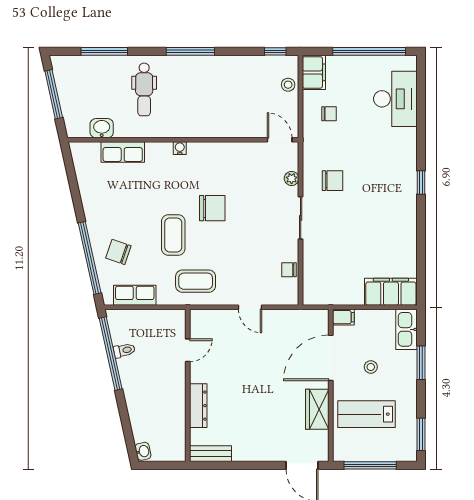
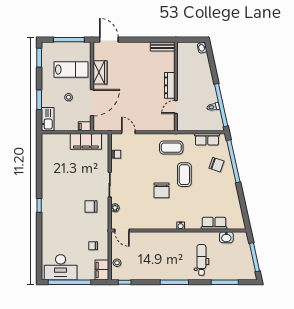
desk: (395, 99) -> (61, 267), moved, turned -90
chair: (212, 208) -> (161, 190), turned -90
filing cabinet: (391, 292) -> (86, 141), moved
door: (250, 307) -> (128, 132), moved
dresser: (198, 406) -> (170, 85), moved

